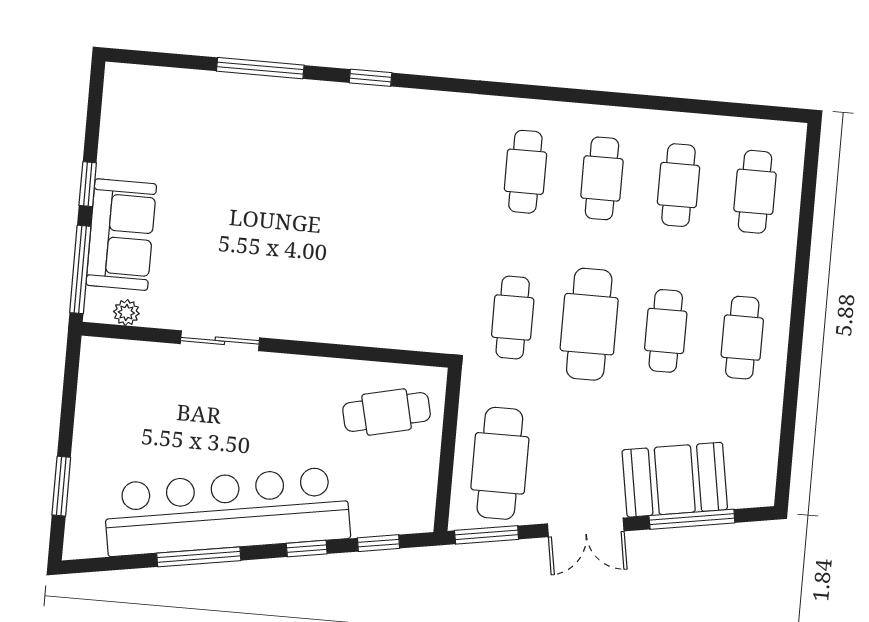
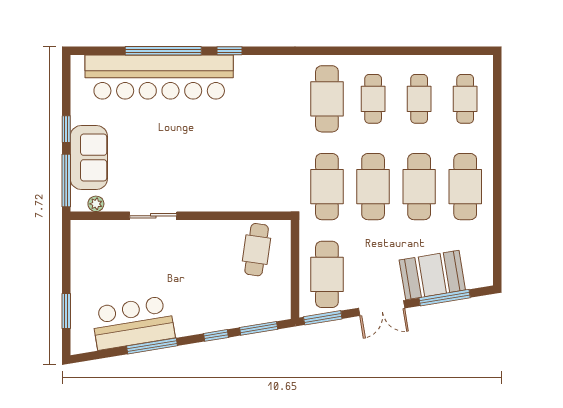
window: (260, 68) -> (163, 51), width x1.46
bar counter: (250, 111) -> (159, 77), added
cafe table: (525, 172) -> (327, 99), width x1.37, depth x1.35
cafe table: (513, 318) -> (327, 187), width x1.37, depth x1.35
cafe table: (666, 331) -> (419, 187), width x1.37, depth x1.35
cafe table: (742, 338) -> (465, 187), width x1.37, depth x1.35
cafe table: (387, 412) -> (257, 250), turned -69
bar counter: (227, 511) -> (133, 323), width x0.54
window: (378, 543) -> (259, 328), width x1.50

